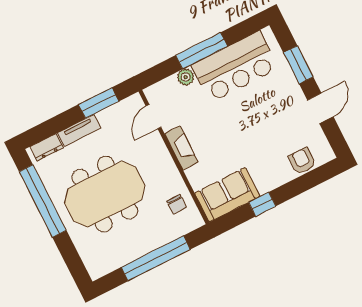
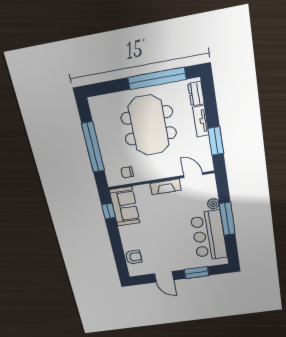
window: (262, 204) -> (109, 211), moved

